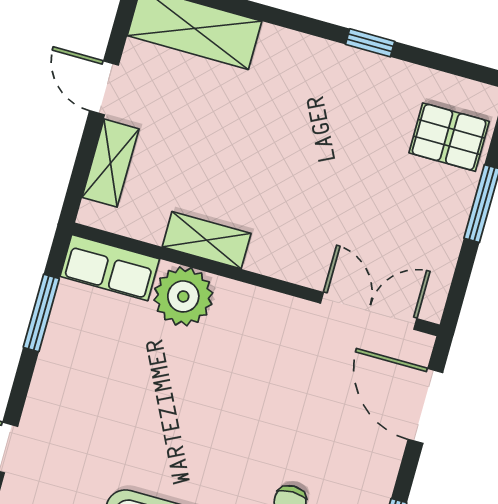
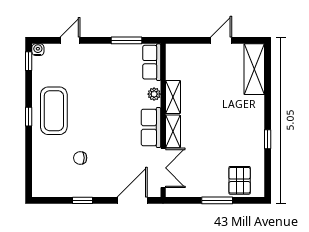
shelving: (111, 163) -> (173, 131), moved, turned 90
plant: (183, 296) -> (154, 94), width x0.53, depth x0.53
row of seats: (265, 313) -> (151, 127), added

